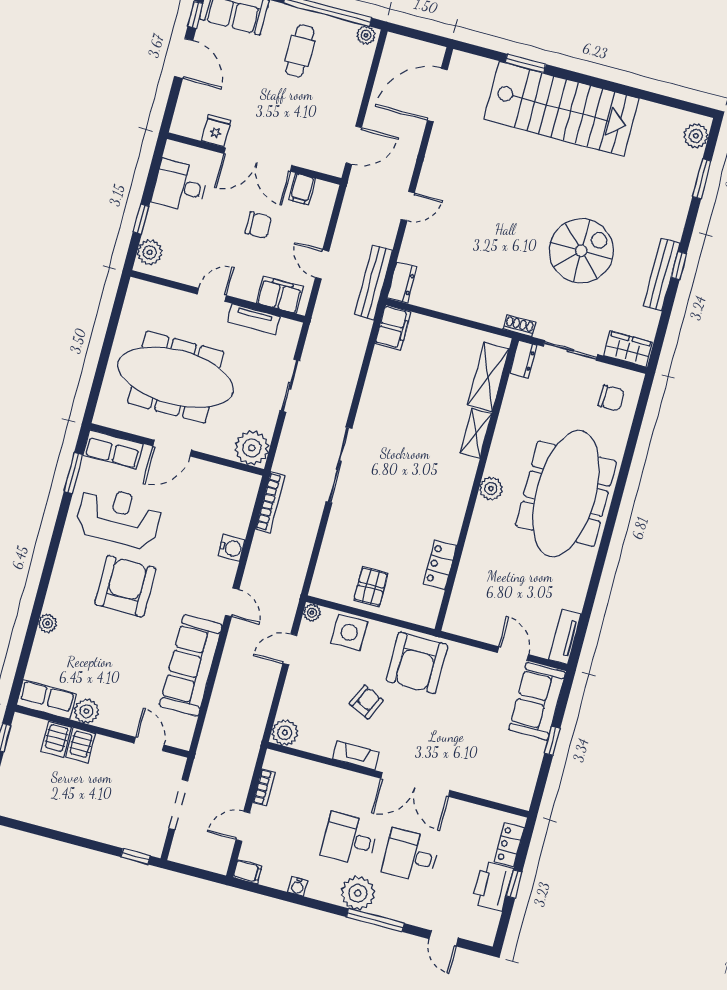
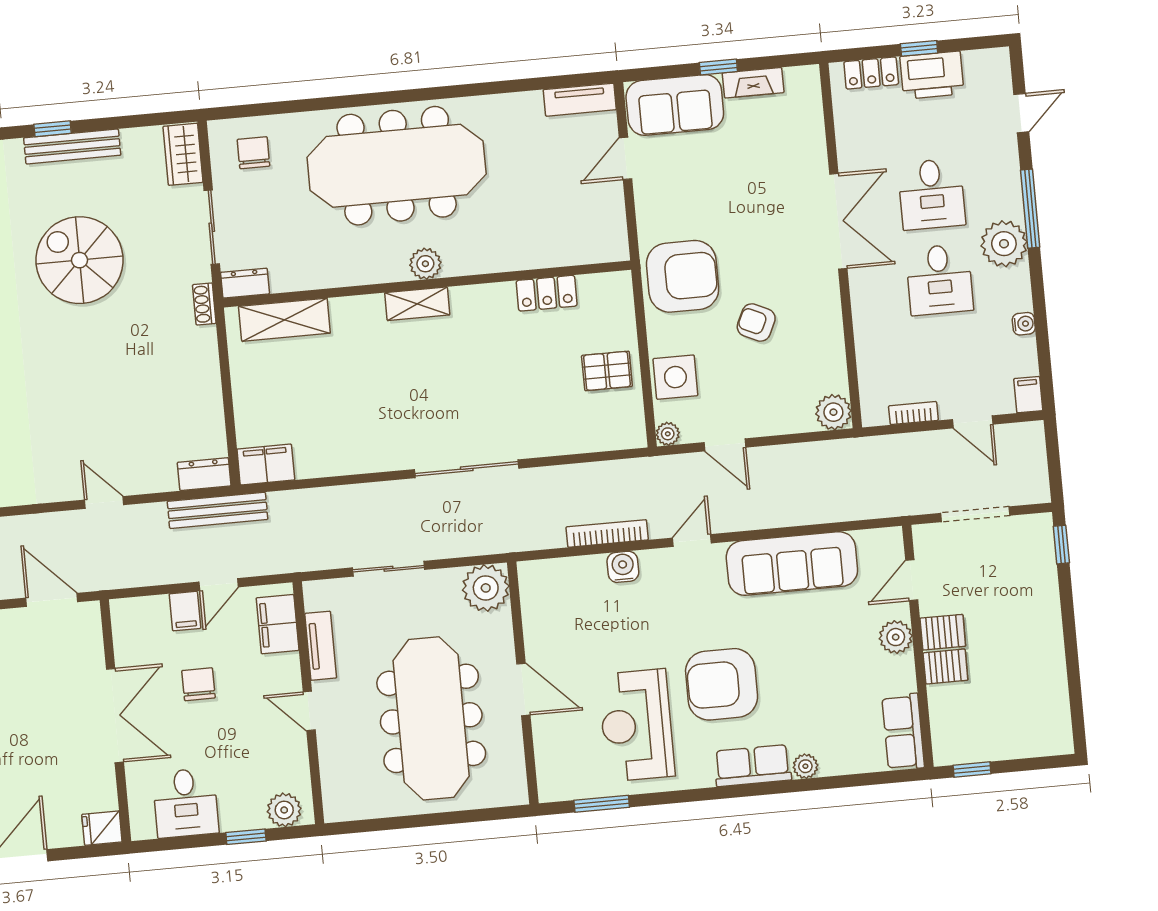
fridge: (216, 131) -> (102, 828), moved
filing cabinet: (302, 189) -> (185, 611), moved, turned 90
shelving: (476, 433) -> (417, 304), moved
row of seats: (113, 450) -> (753, 766), moved, turned -90
bookcase: (270, 502) -> (607, 533), moved
plant: (86, 711) -> (896, 637), moved
server rack: (56, 739) -> (943, 632), moved
fireplace: (356, 755) -> (753, 83), moved, turned -90

